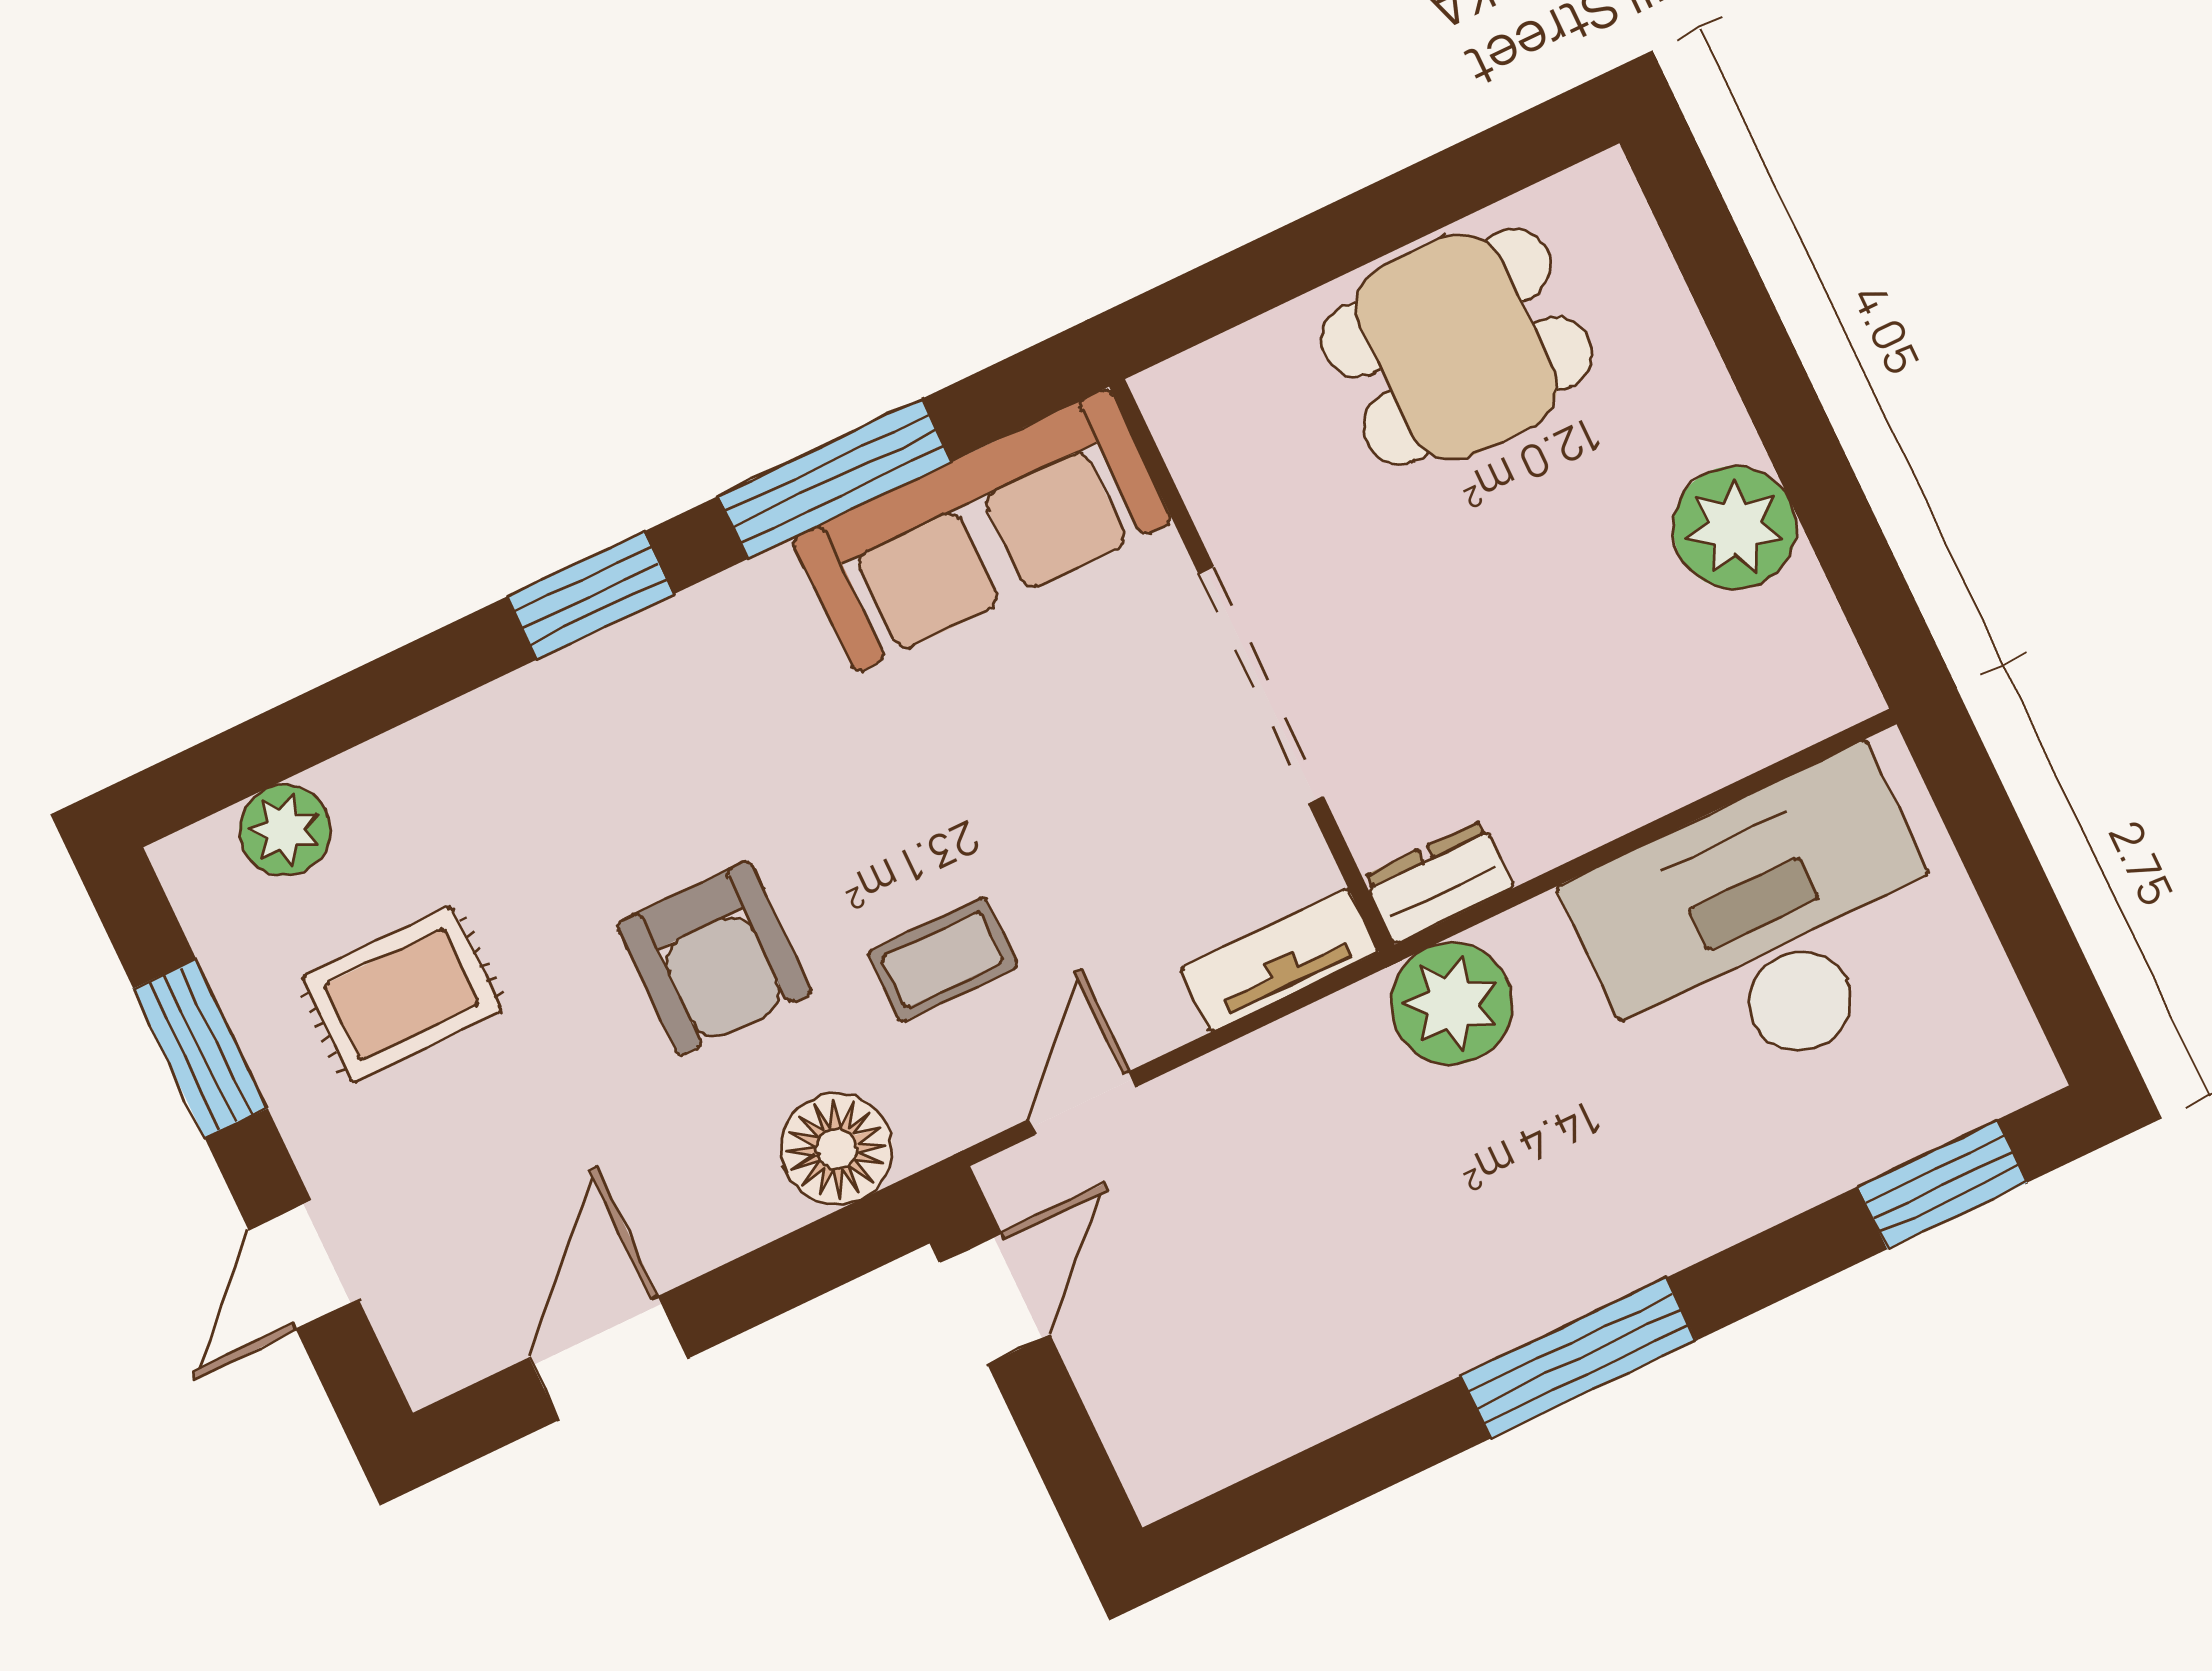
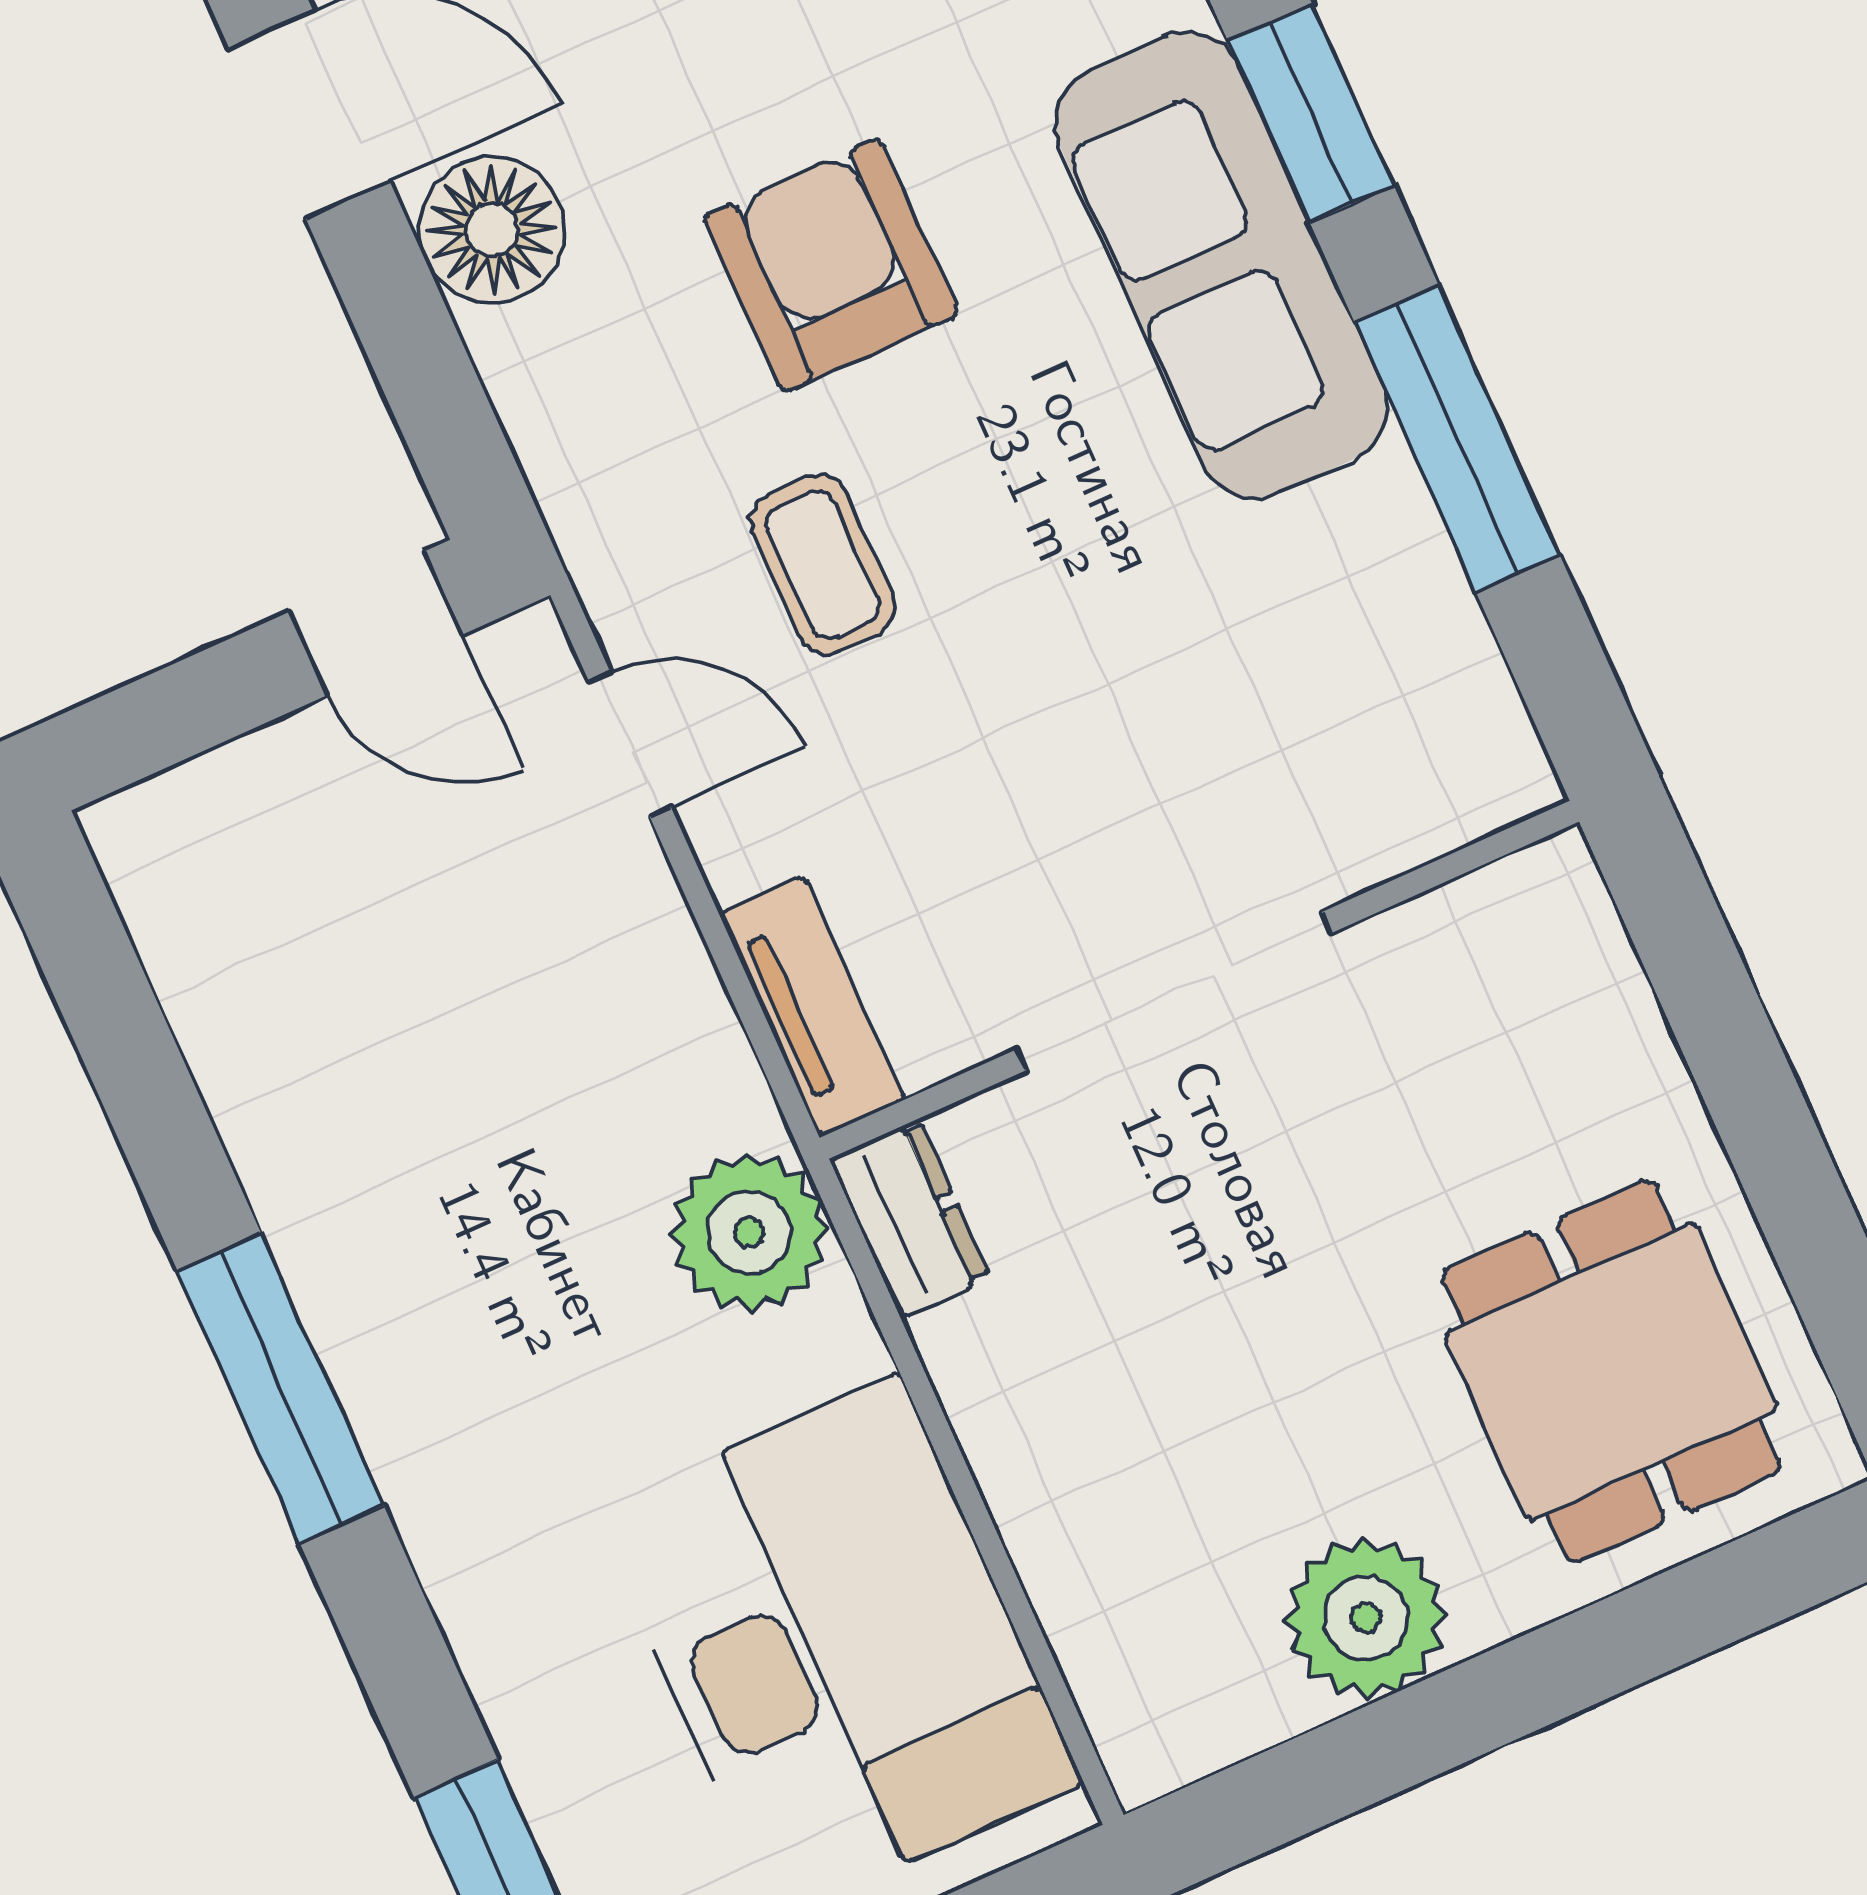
dining table: (1457, 347) -> (1611, 1371), moved
sofa: (982, 530) -> (1221, 265), moved
armchair: (714, 958) -> (831, 265), turned 90
floor lamp: (837, 1149) -> (492, 230), moved

